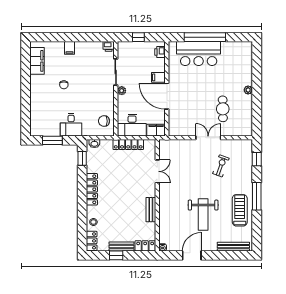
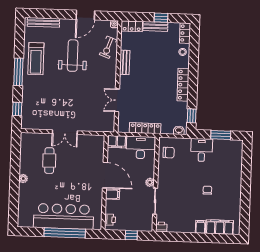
bar counter: (199, 54) -> (64, 216), width x1.36
filing cabinet: (37, 61) -> (220, 227), moved, turned 90
exercise bike: (221, 166) -> (108, 47), moved

